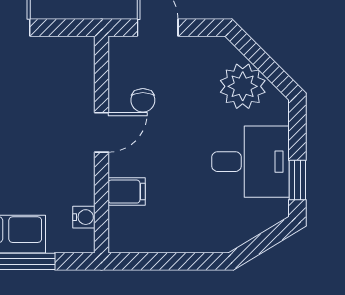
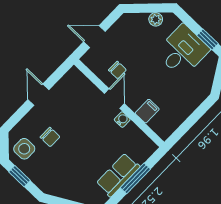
plant: (243, 86) -> (156, 19), width x0.53, depth x0.53
water cooler: (84, 217) -> (122, 120), moved

